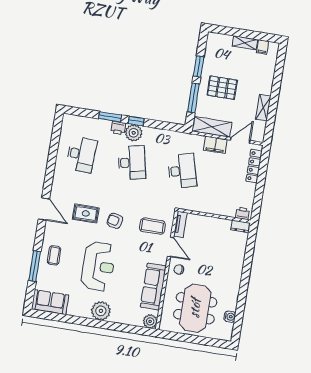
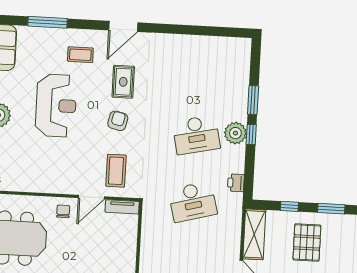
window: (193, 98) -> (289, 206), width x0.46
printer: (118, 128) -> (236, 183), moved
filing cabinet: (215, 145) -> (231, 242), removed
desk: (81, 154) -> (200, 68), removed
coffee table: (54, 255) -> (80, 55), moved
reception desk: (98, 266) -> (56, 106), turned -90
sofa: (153, 286) -> (37, 180), removed

